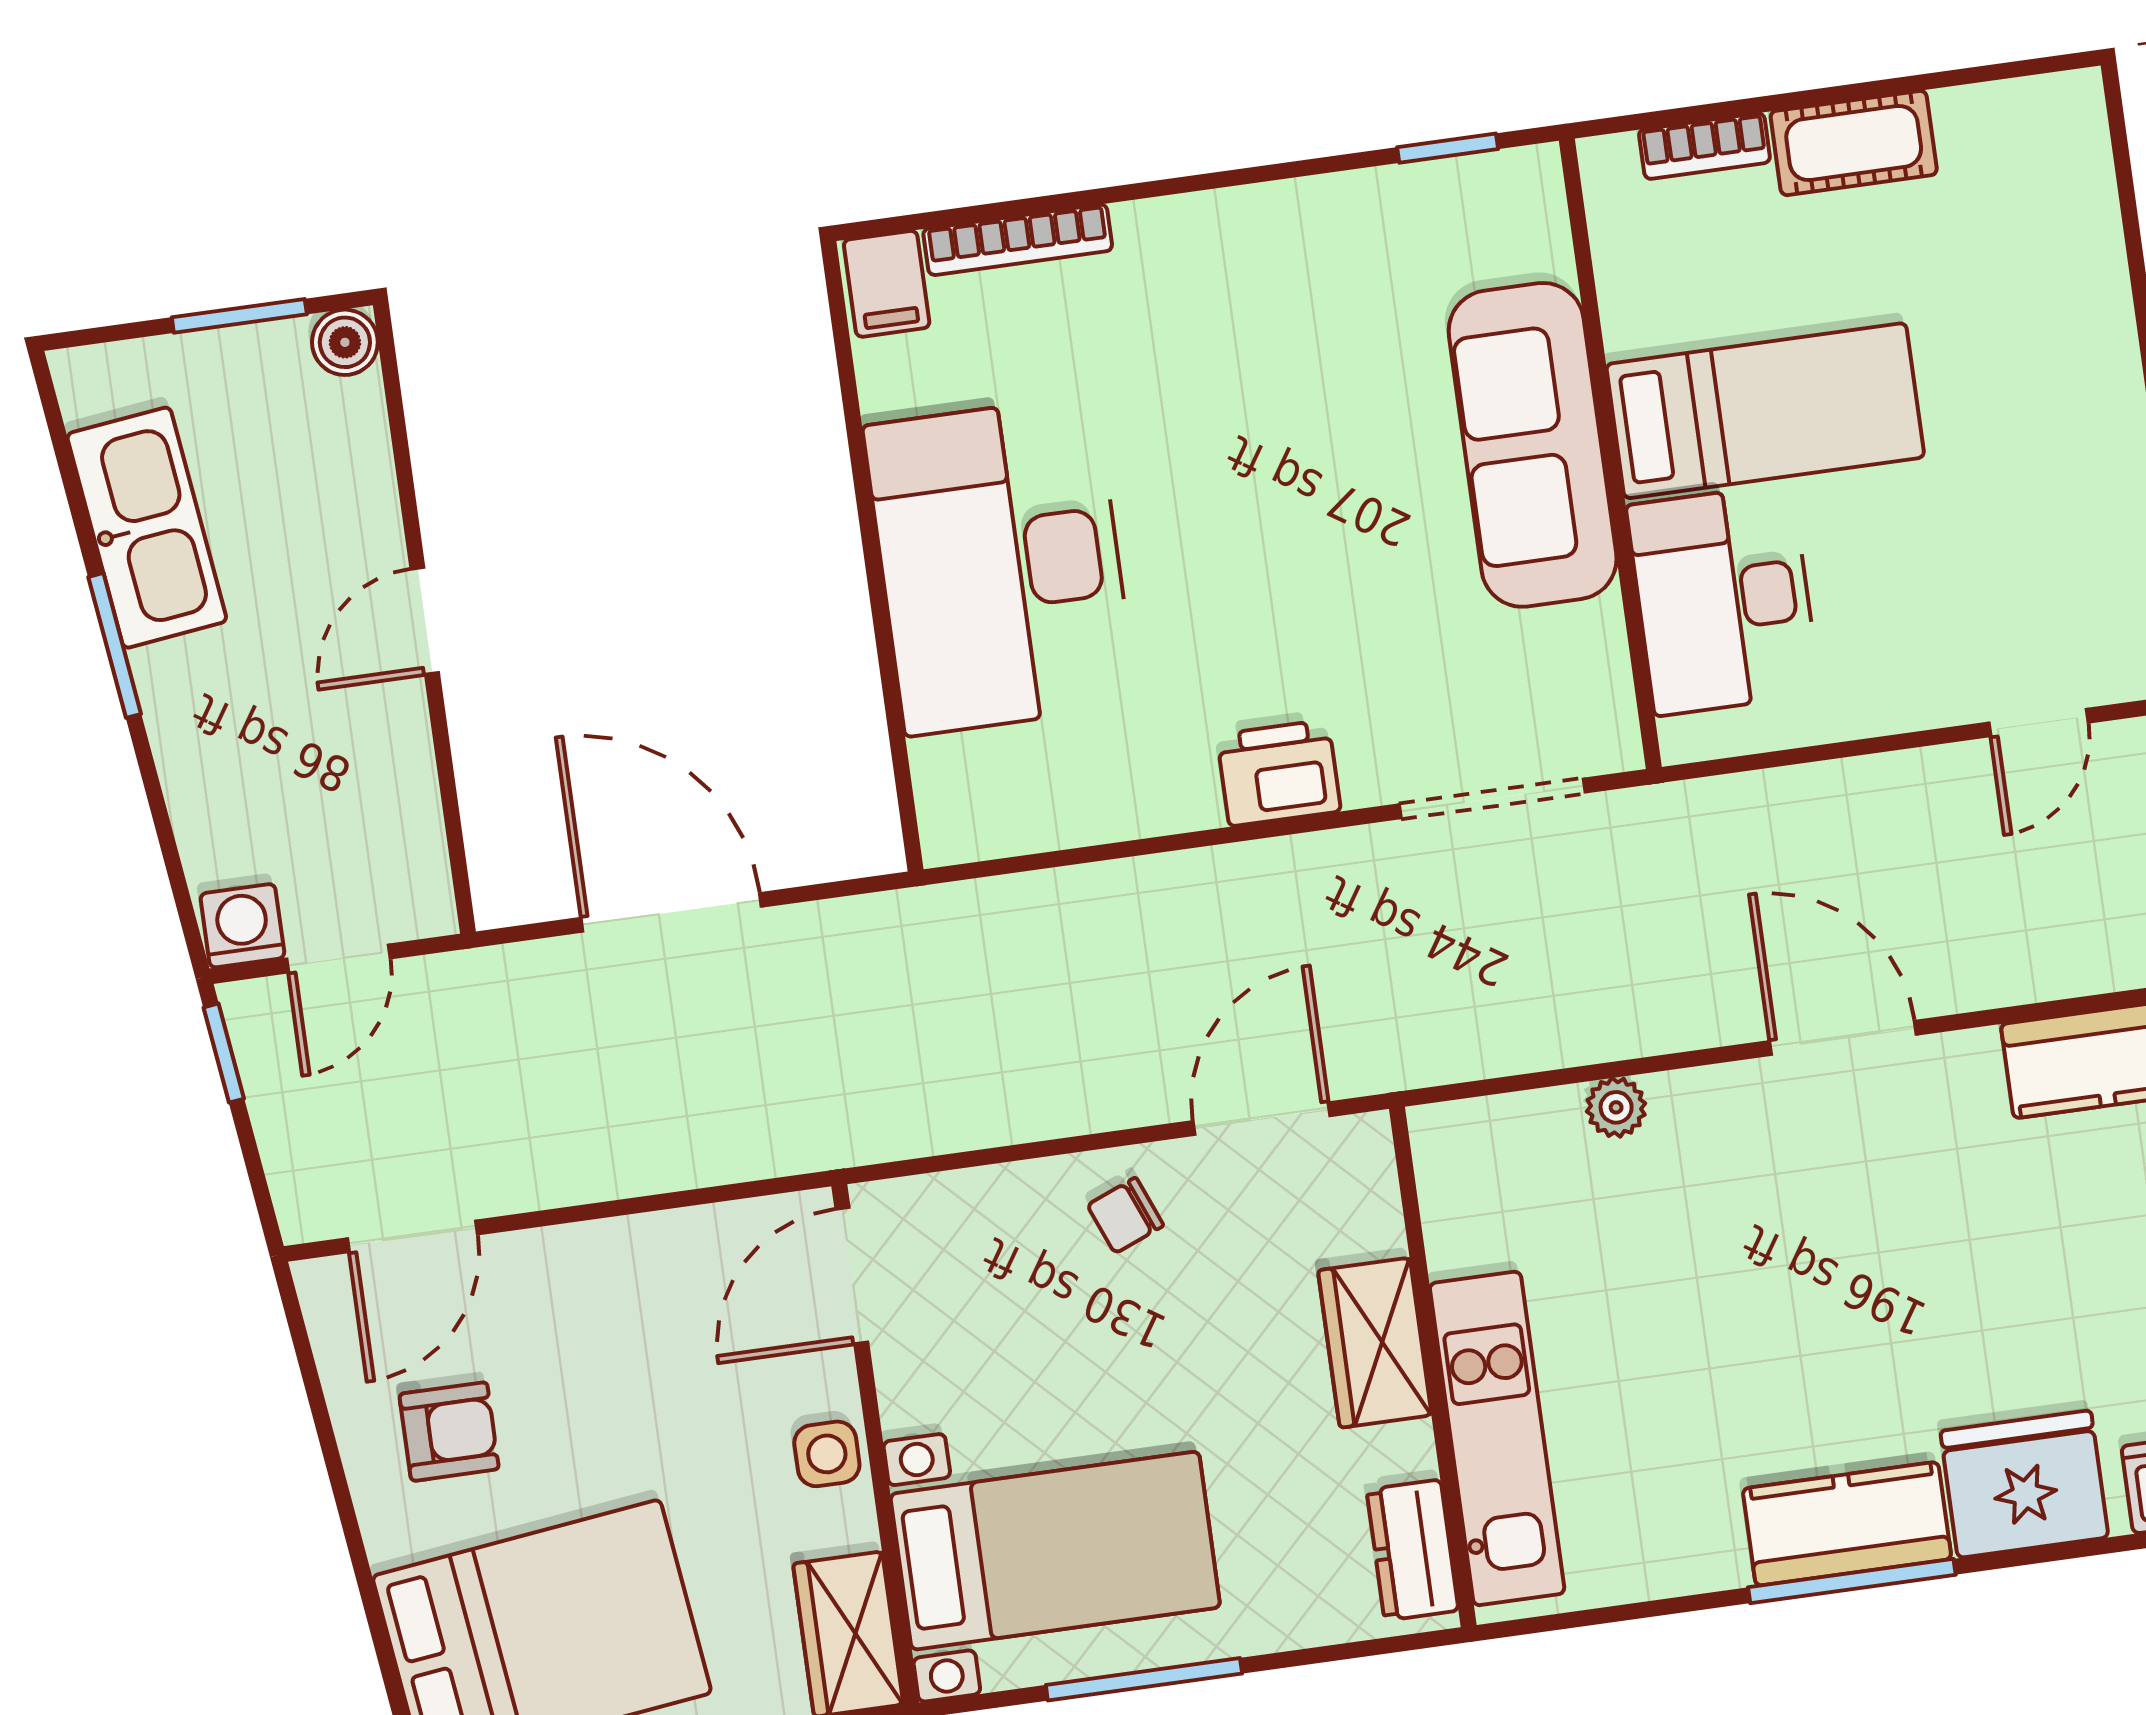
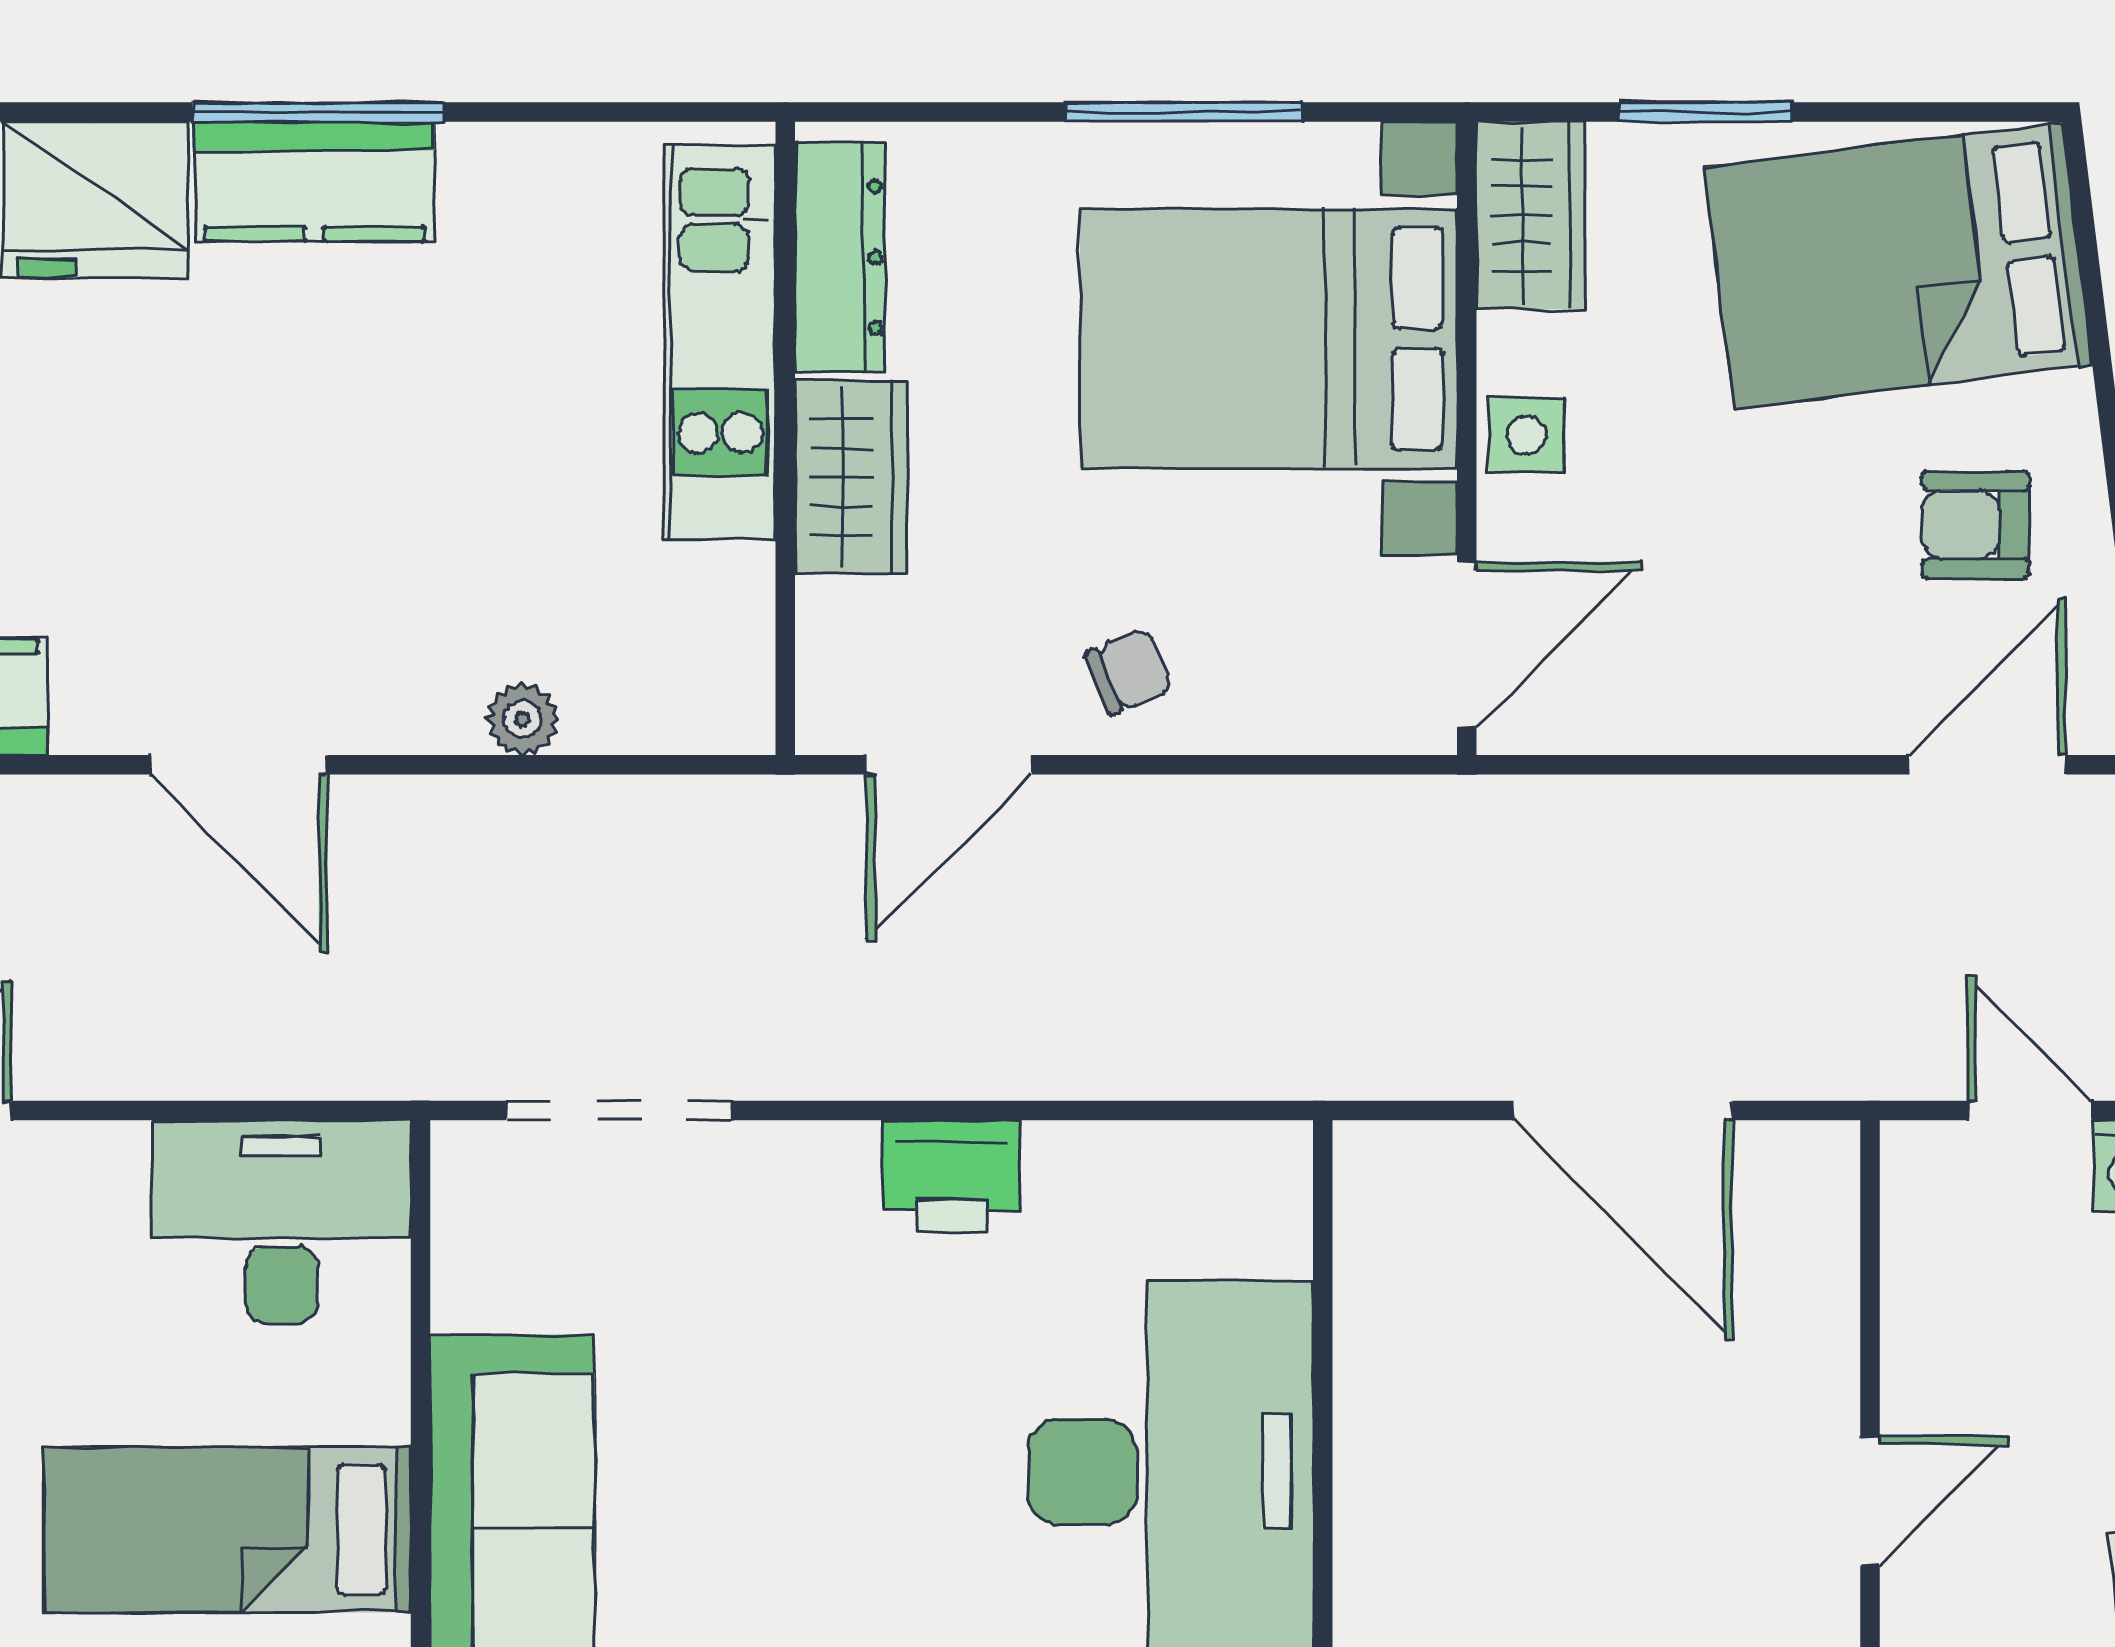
desk: (1723, 600) -> (281, 1222), moved, turned -90
printer: (1279, 773) -> (951, 1176), moved
door: (338, 958) -> (2030, 1110), hinge flipped
dresser: (1413, 1550) -> (840, 257), width x1.44
bed with nightstands: (1055, 1551) -> (1269, 339), width x1.36

